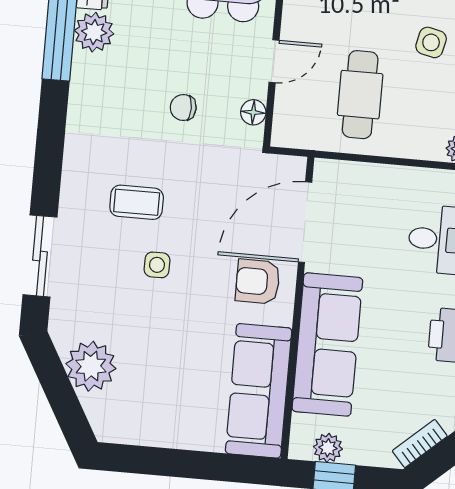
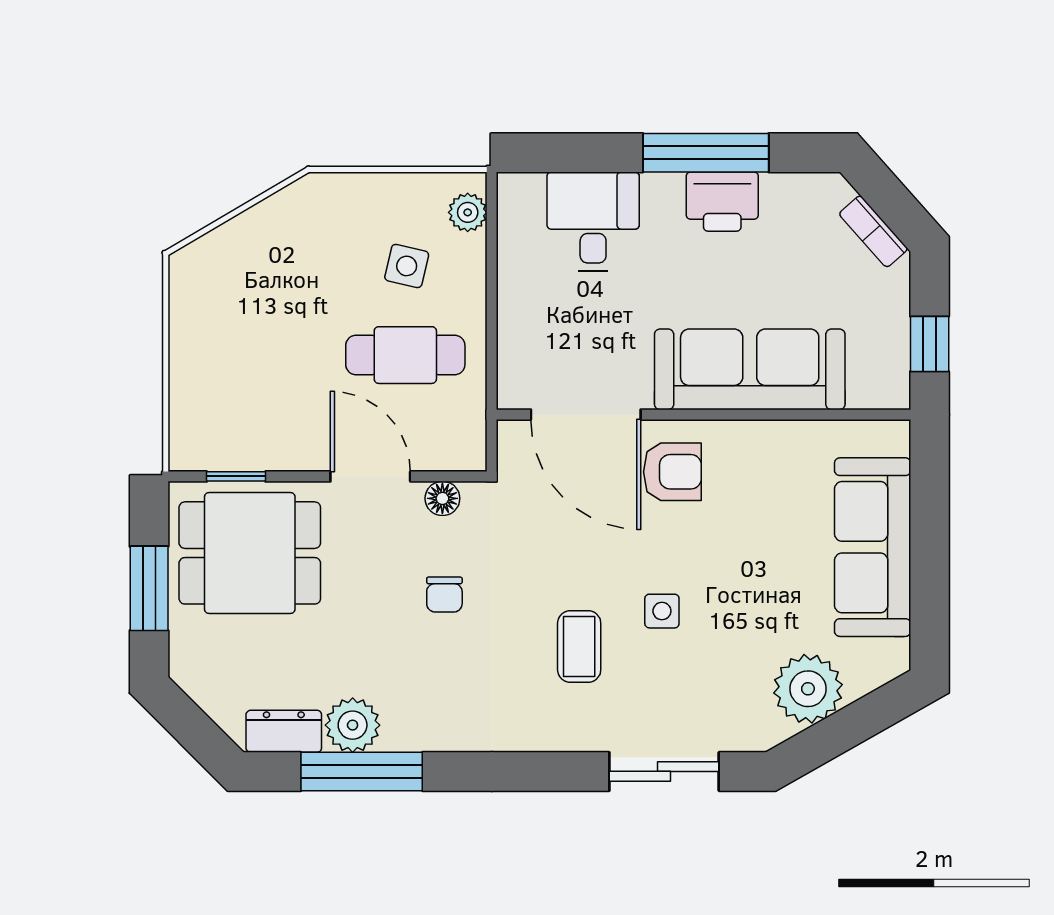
side table: (431, 42) -> (407, 266), moved
door: (274, 61) -> (370, 476), width x1.37
armchair: (258, 282) -> (672, 472), turned -90
sofa: (259, 391) -> (873, 547), moved, turned 90
plant: (328, 448) -> (890, 356), removed

